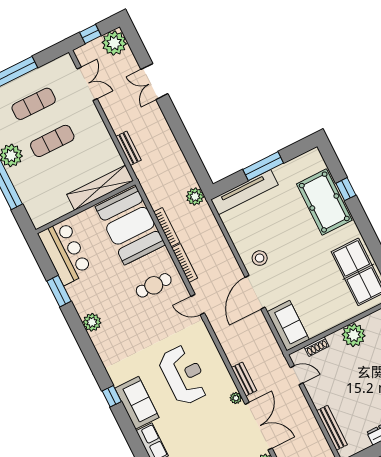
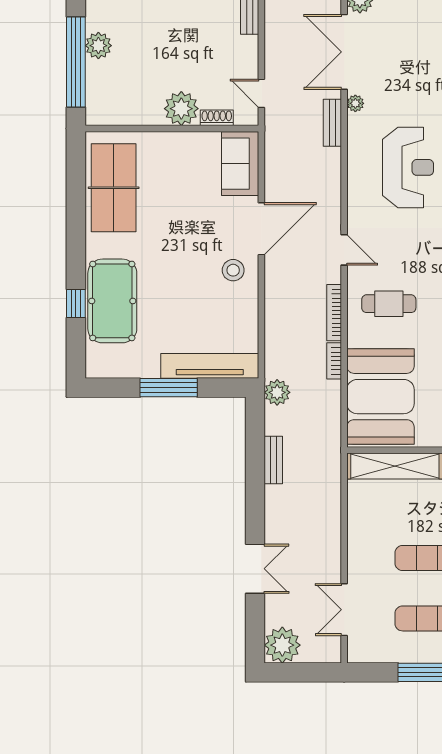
window: (90, 34) -> (307, 672), removed
bench: (128, 148) -> (273, 460), moved
bookcase: (167, 227) -> (334, 361), width x0.64
plant: (354, 335) -> (181, 109), moved
reception desk: (184, 375) -> (408, 167), turned 180

